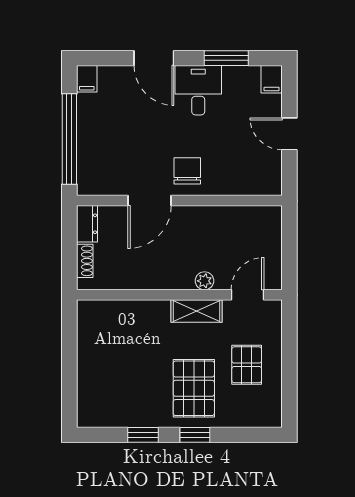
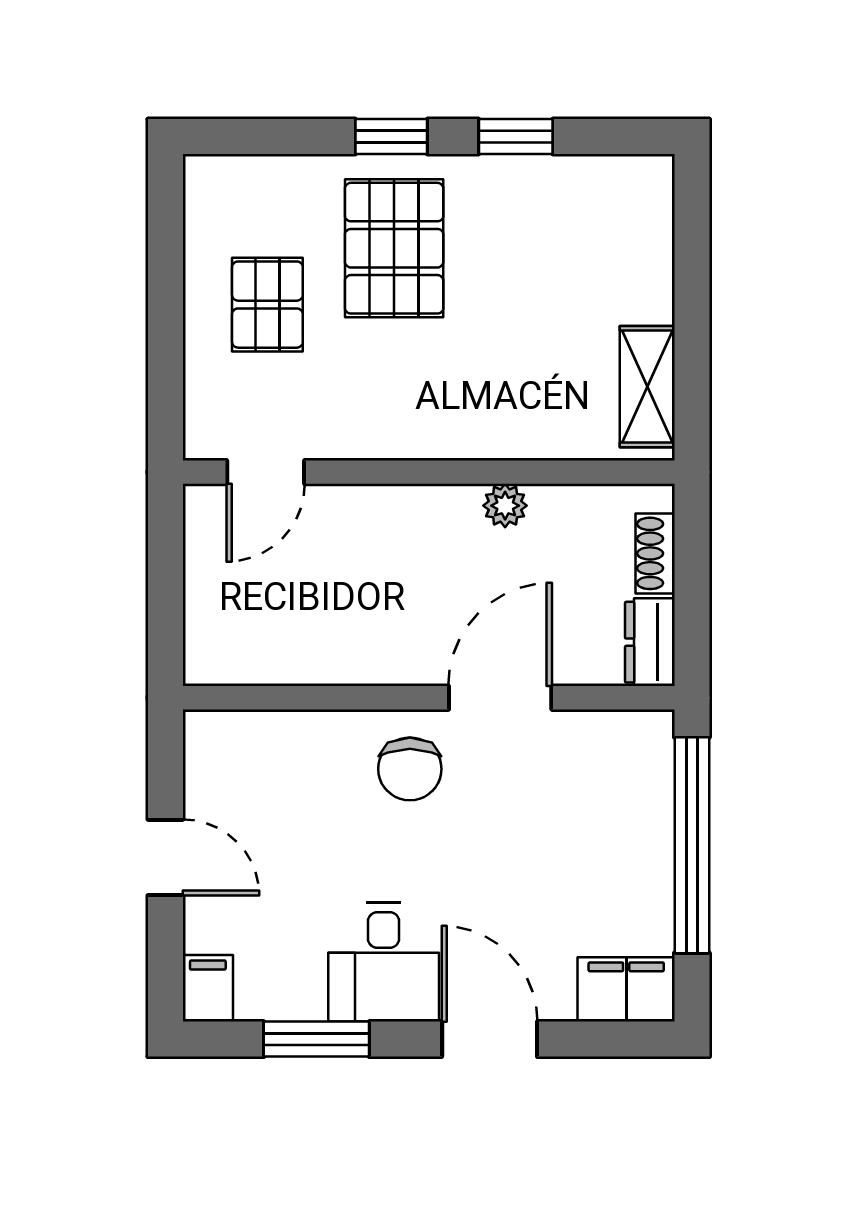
filing cabinet: (87, 79) -> (626, 989), width x2.00
plant: (204, 281) -> (505, 506), moved
shelving: (197, 311) -> (647, 387), moved, turned 90

